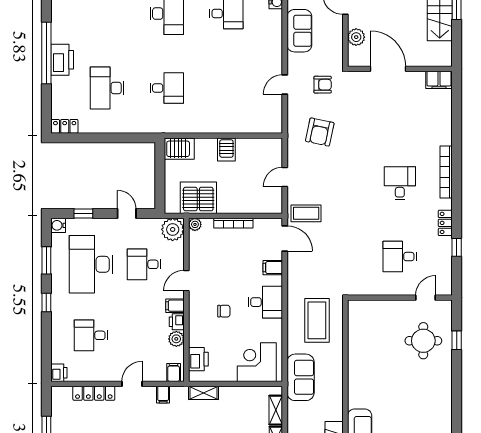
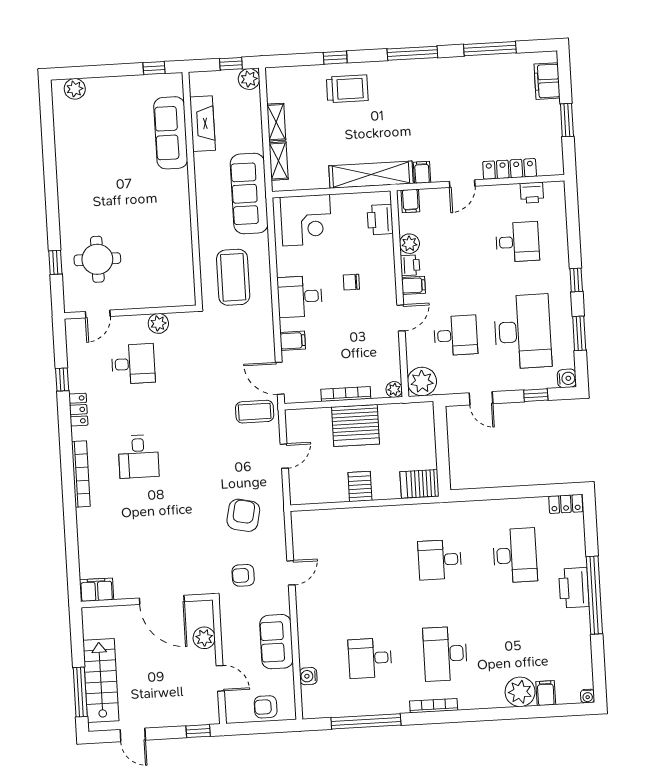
server rack: (198, 198) -> (355, 426), moved
plant: (378, 287) -> (158, 323), added
printer: (59, 373) -> (532, 193), moved, turned -90
sofa: (301, 377) -> (249, 194), width x1.36
shelving: (203, 393) -> (371, 175), width x2.20, depth x1.33

